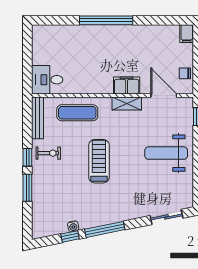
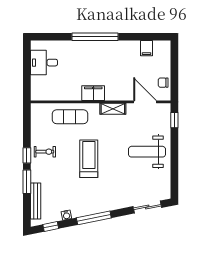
filing cabinet: (187, 34) -> (147, 48), moved
desk: (47, 80) -> (44, 63), moved
filing cabinet: (127, 85) -> (93, 93), moved
bench: (38, 118) -> (36, 201), moved
window: (70, 236) -> (51, 227), moved

